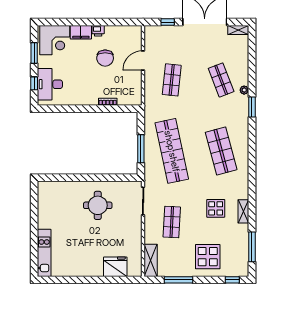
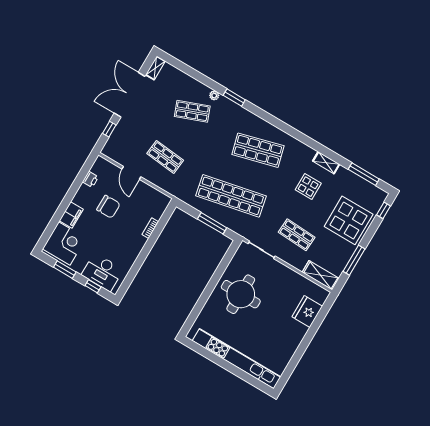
printer: (98, 31) -> (90, 179), moved
round table: (98, 205) -> (241, 294), width x1.36, depth x1.36
kitchen unit: (44, 253) -> (237, 359), width x1.86
display table: (208, 257) -> (349, 220), width x1.36, depth x1.36

